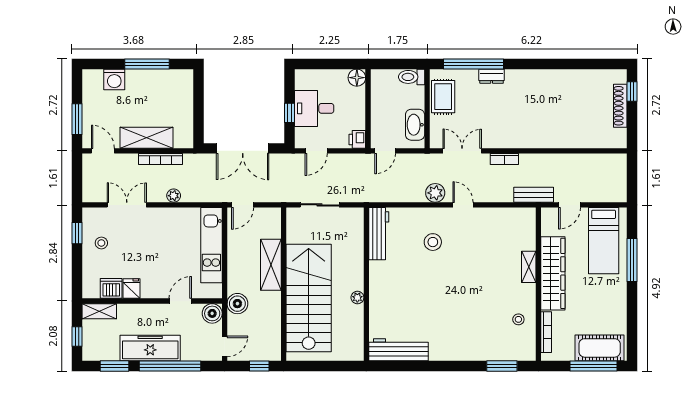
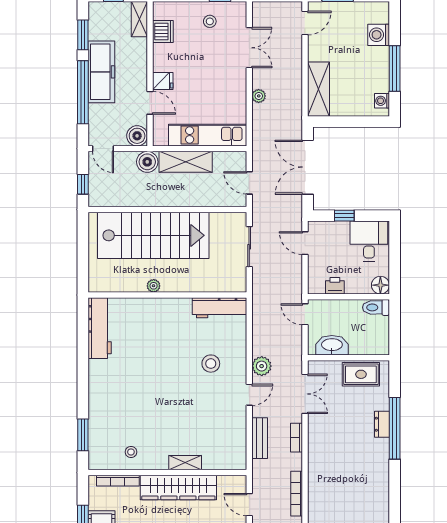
window: (474, 64) -> (395, 428), moved
washing machine: (178, 76) -> (382, 101), added
toilet: (412, 77) -> (376, 307), moved, turned -90
desk: (314, 108) -> (369, 241), moved
shelving: (147, 138) -> (318, 89), moved
printer: (357, 139) -> (335, 286), moved
bookcase: (160, 159) -> (297, 494), moved
bench: (534, 195) -> (260, 438), moved
door: (243, 205) -> (249, 183), moved
shelving: (271, 265) -> (186, 162), moved
fridge: (131, 289) -> (163, 81), moved

